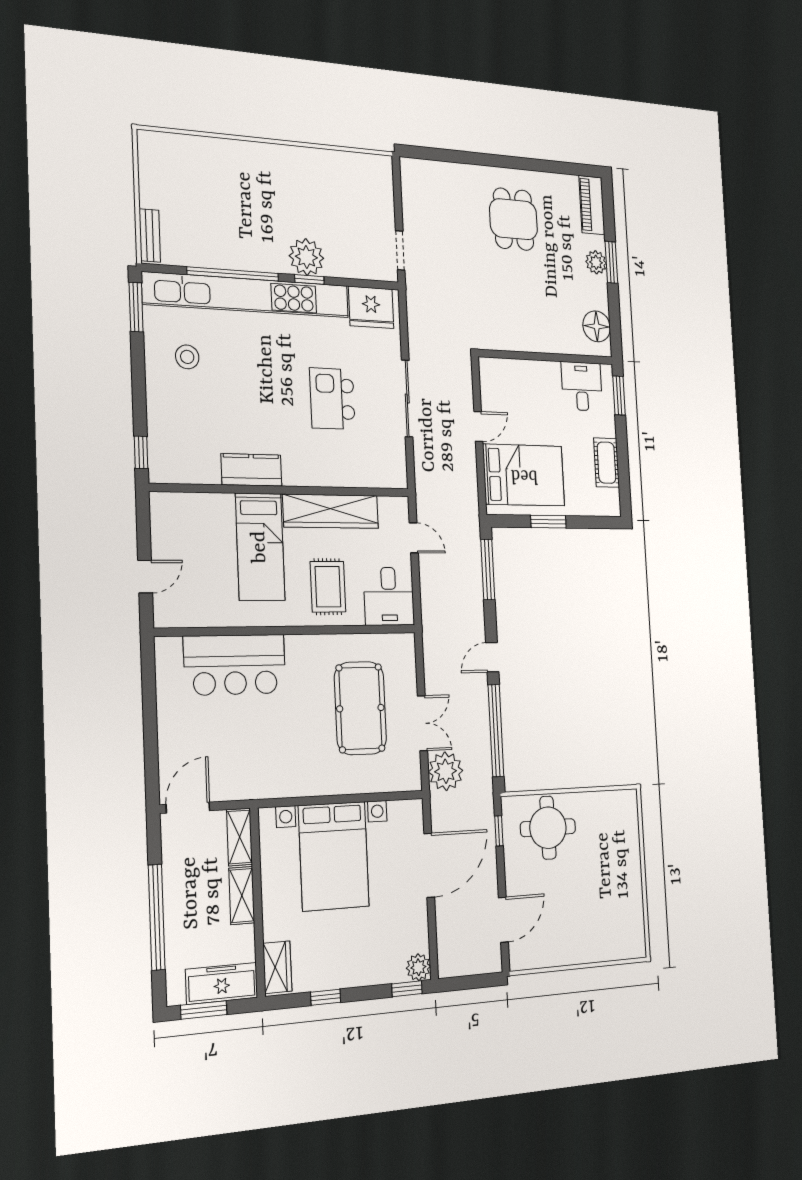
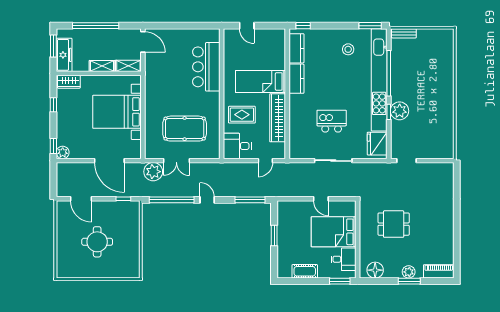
dining table: (514, 219) -> (394, 224), moved
kitchen counter: (189, 468) -> (296, 48), added
bed: (524, 475) -> (334, 232), moved, turned 90
round table: (548, 828) -> (97, 242), moved

